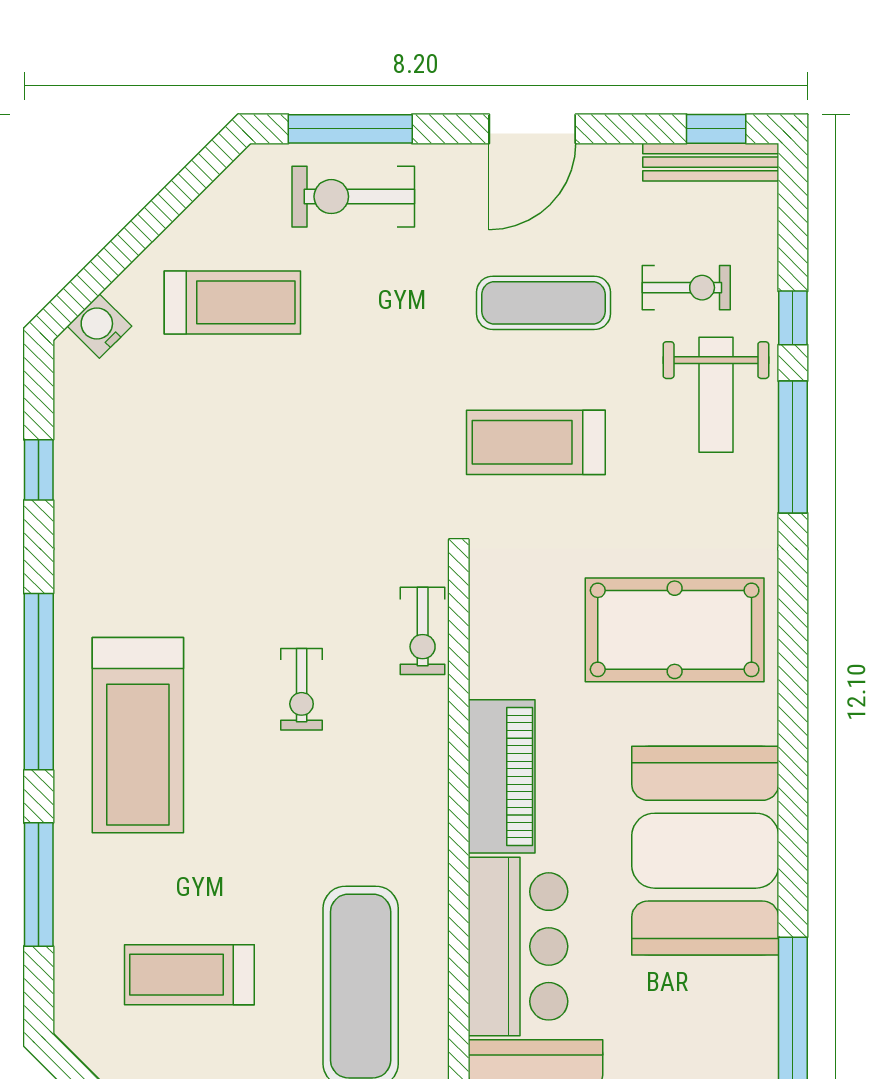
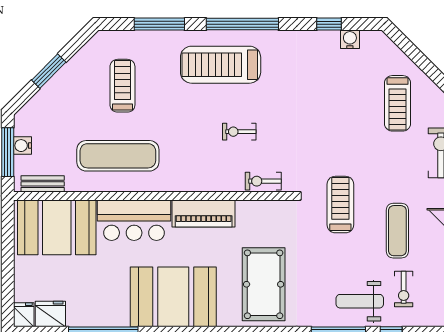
water cooler: (99, 326) -> (350, 39), moved, turned -45
treadmill: (536, 442) -> (340, 205), moved

